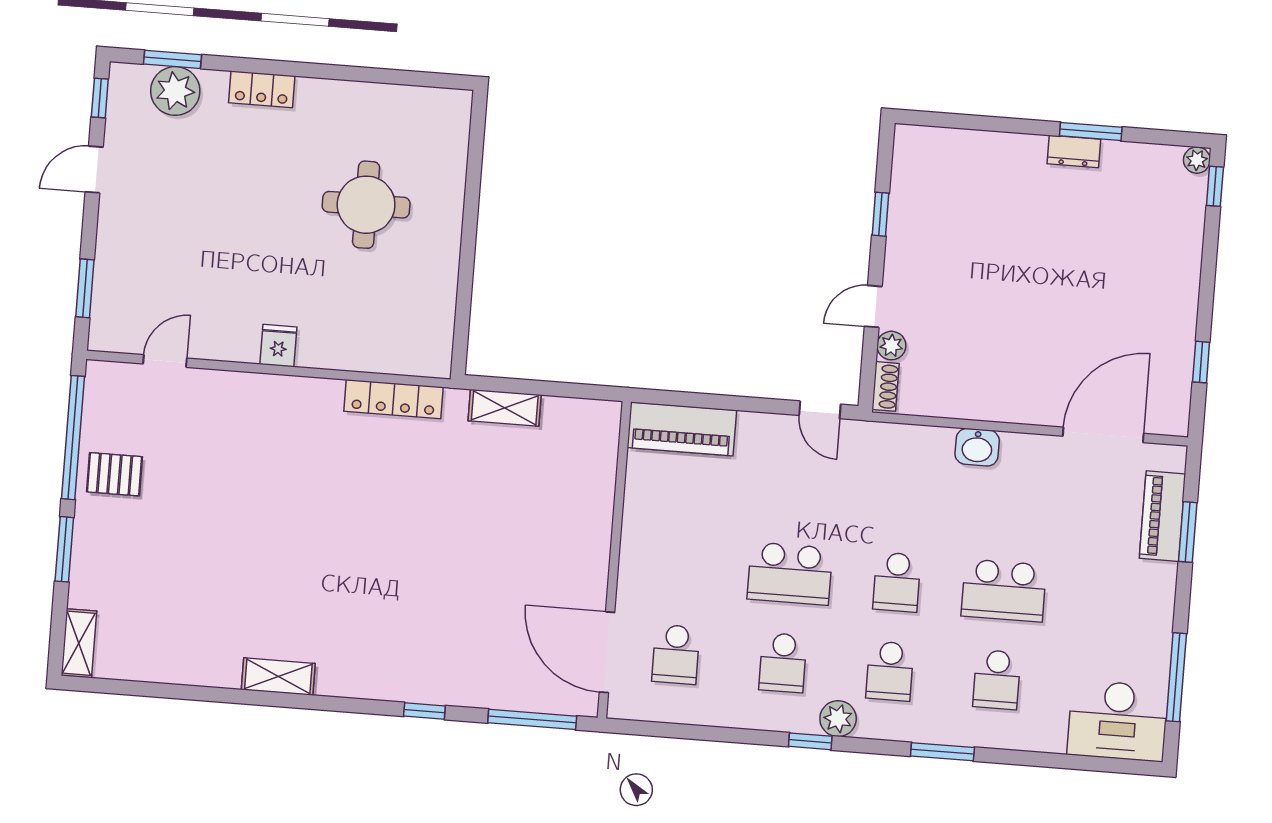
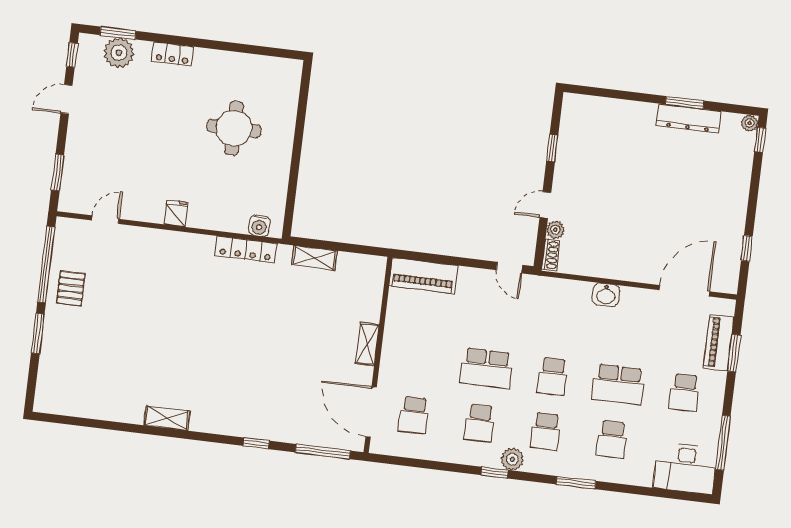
dresser: (1074, 152) -> (689, 119), width x1.96, depth x1.24
water cooler: (414, 360) -> (259, 226), added
pallet: (115, 474) -> (71, 288), turned 90
school desk: (1111, 599) -> (684, 392), added
shelving: (79, 643) -> (367, 344), moved

